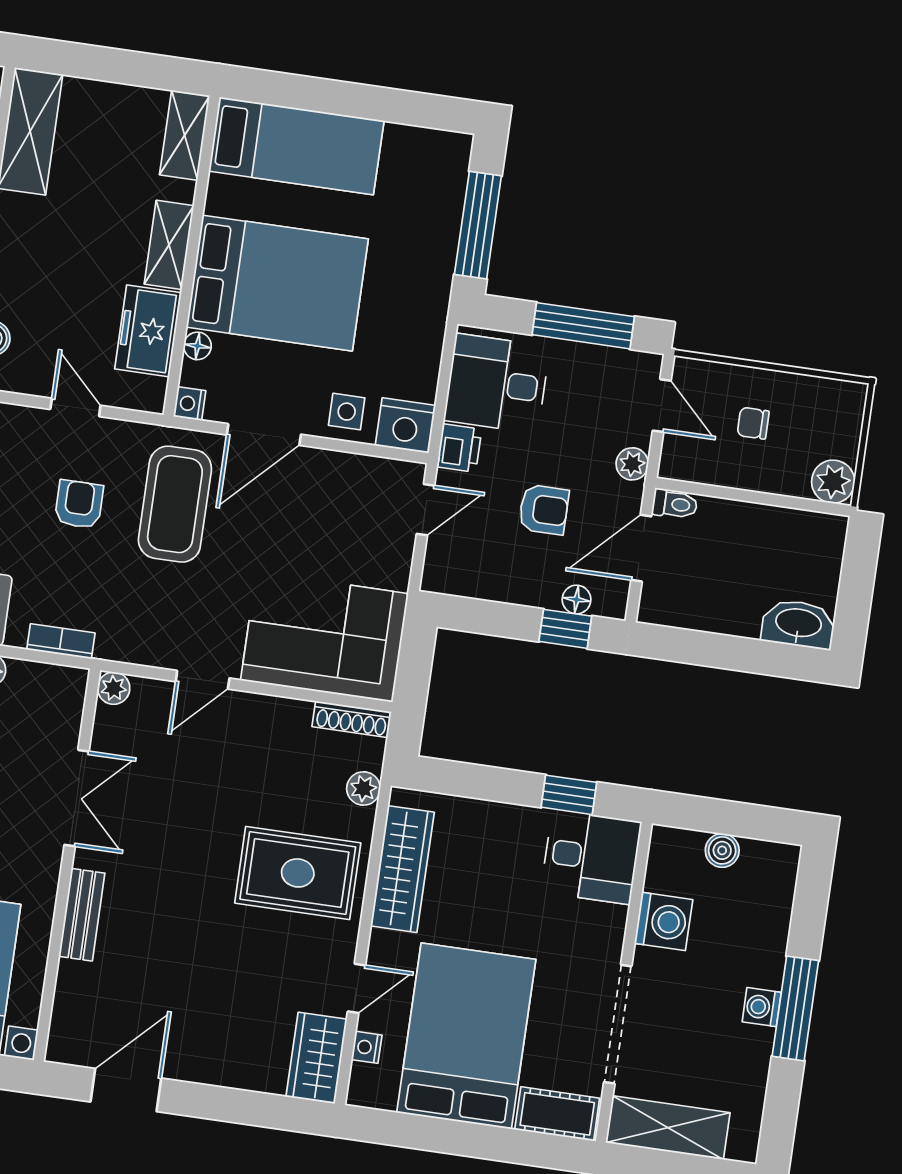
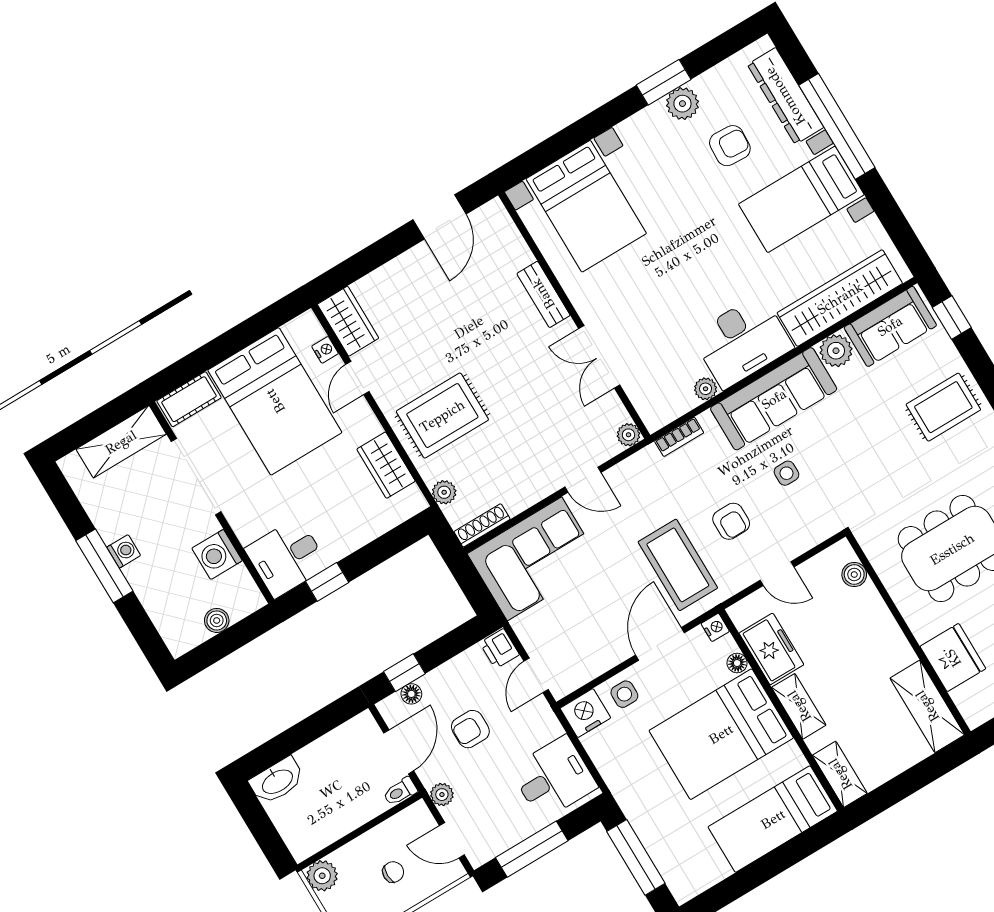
printer: (459, 448) -> (499, 649), moved
door: (203, 680) -> (583, 480), swing flipped
wardrobe: (402, 869) -> (386, 465), width x0.67

